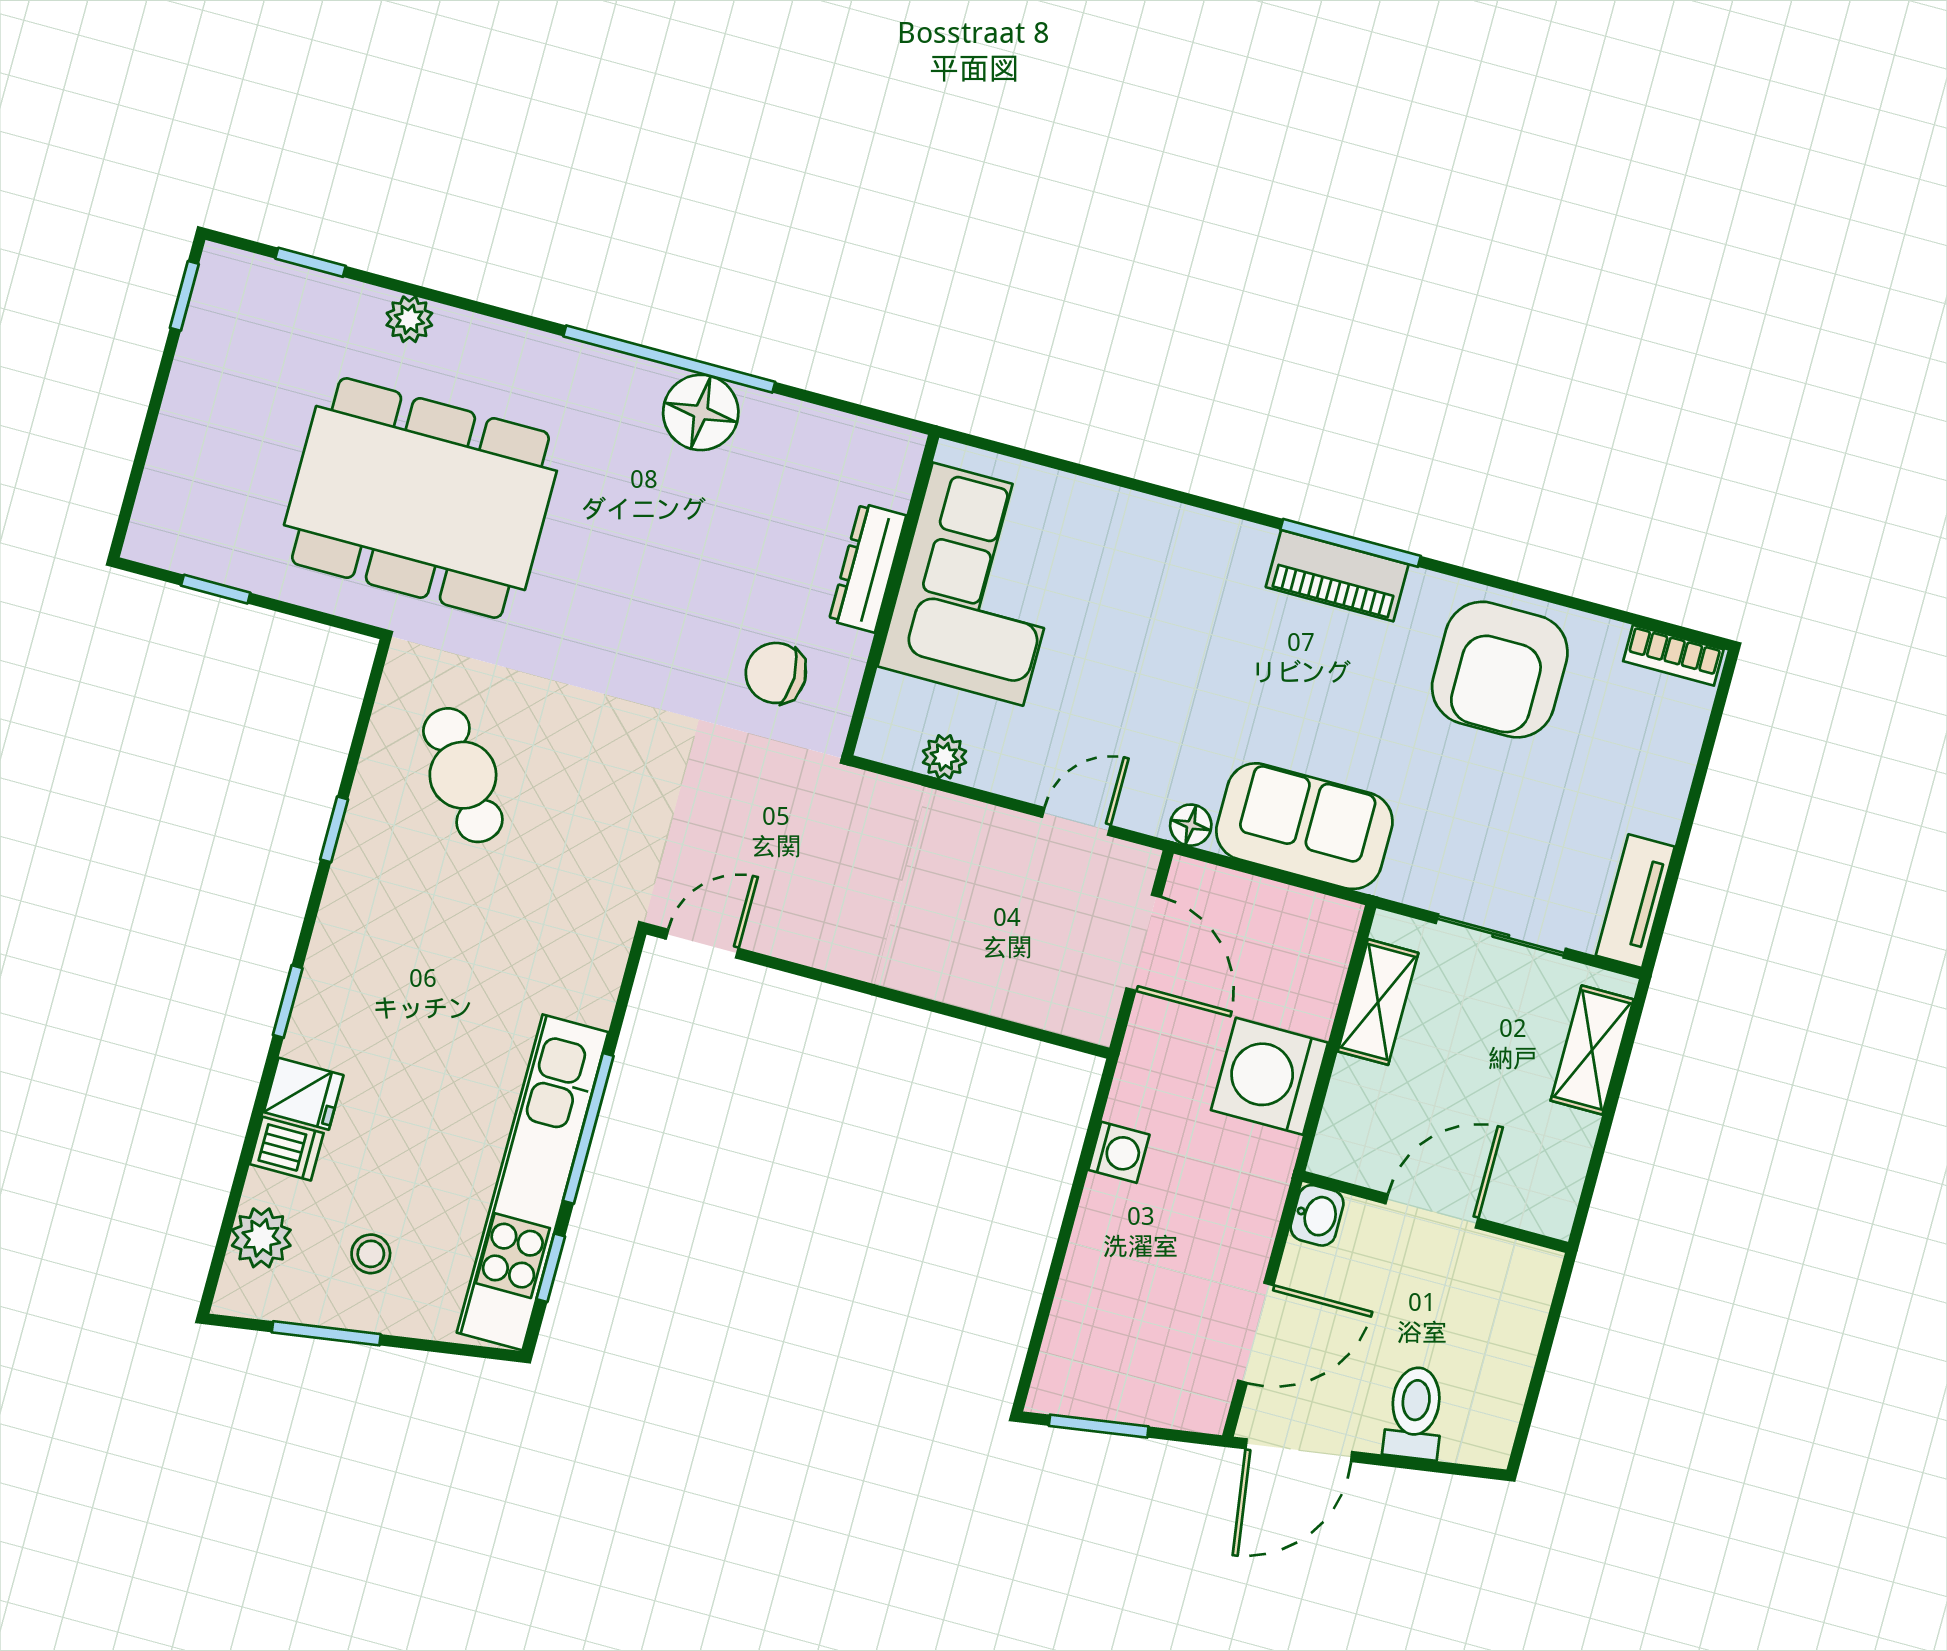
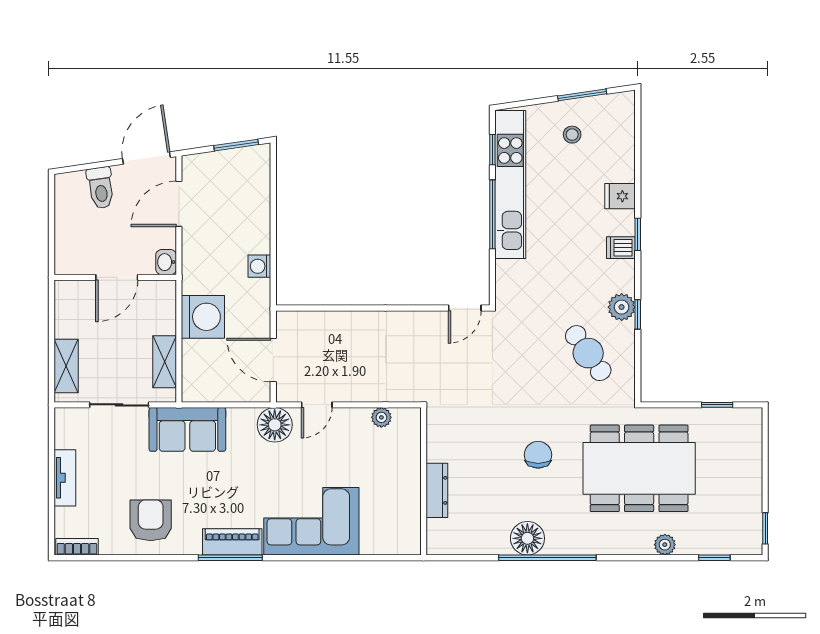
corner sofa: (978, 584) -> (311, 521), moved, turned 90
armchair: (1500, 670) -> (151, 520), width x0.73, depth x0.73
chair: (776, 673) -> (538, 455), moved, turned -90
floor lamp: (1191, 825) -> (275, 425), width x1.89, depth x1.89
sofa: (1304, 826) -> (187, 429), moved
tv unit: (1635, 901) -> (65, 478), moved
dishwasher: (287, 1149) -> (621, 248), moved
plant: (261, 1238) -> (622, 307), moved

